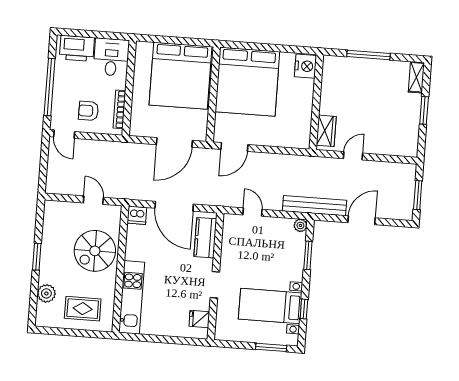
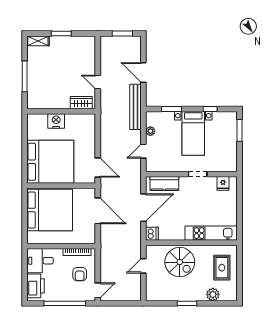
nightstand: (305, 66) -> (56, 121), moved
plant: (300, 225) -> (150, 131), moved
bed with nightstands: (270, 306) -> (193, 133), moved

